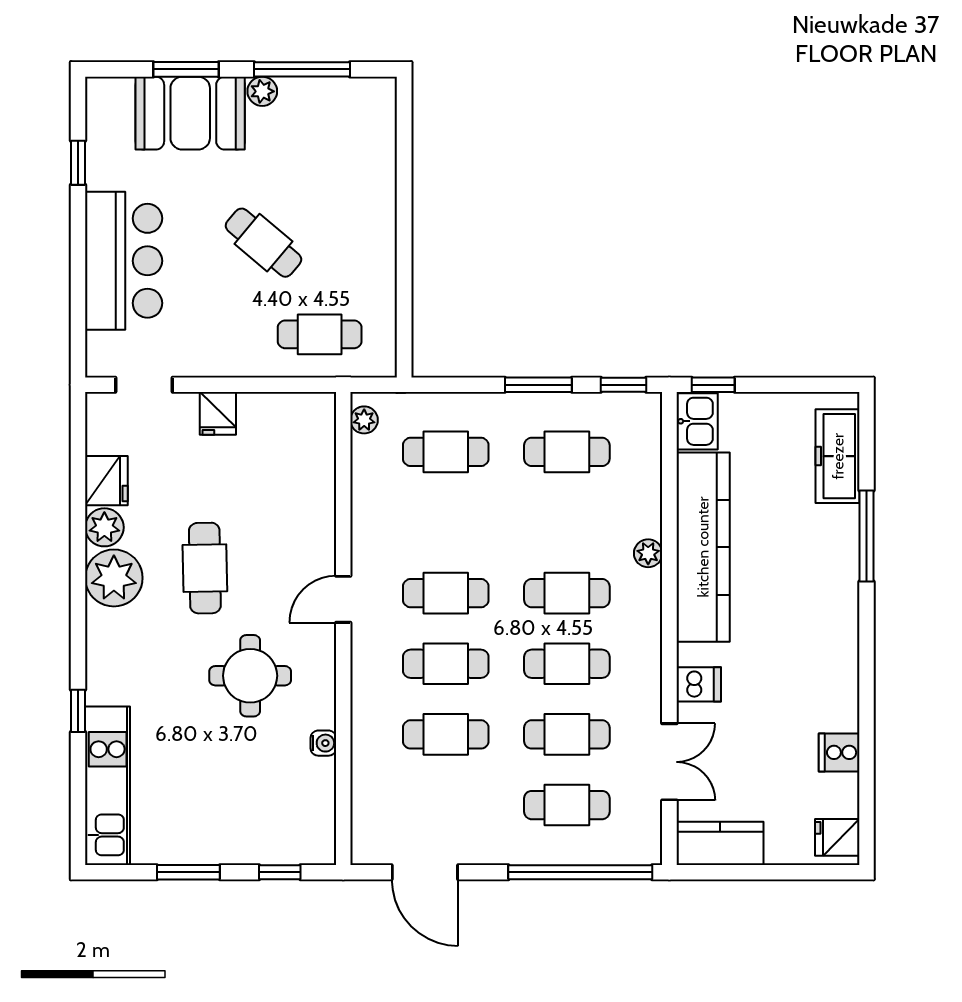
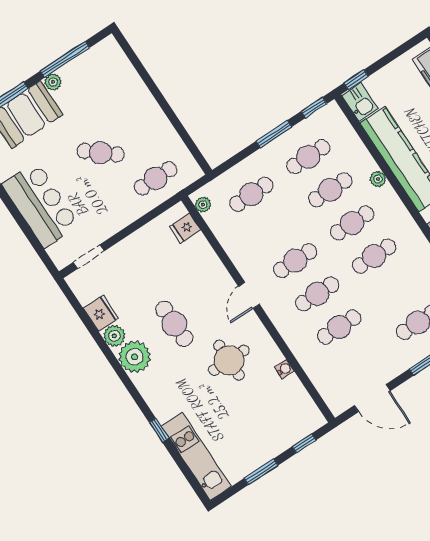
fridge: (218, 413) -> (185, 228), moved, turned 90
cafe table: (567, 734) -> (330, 190), moved

